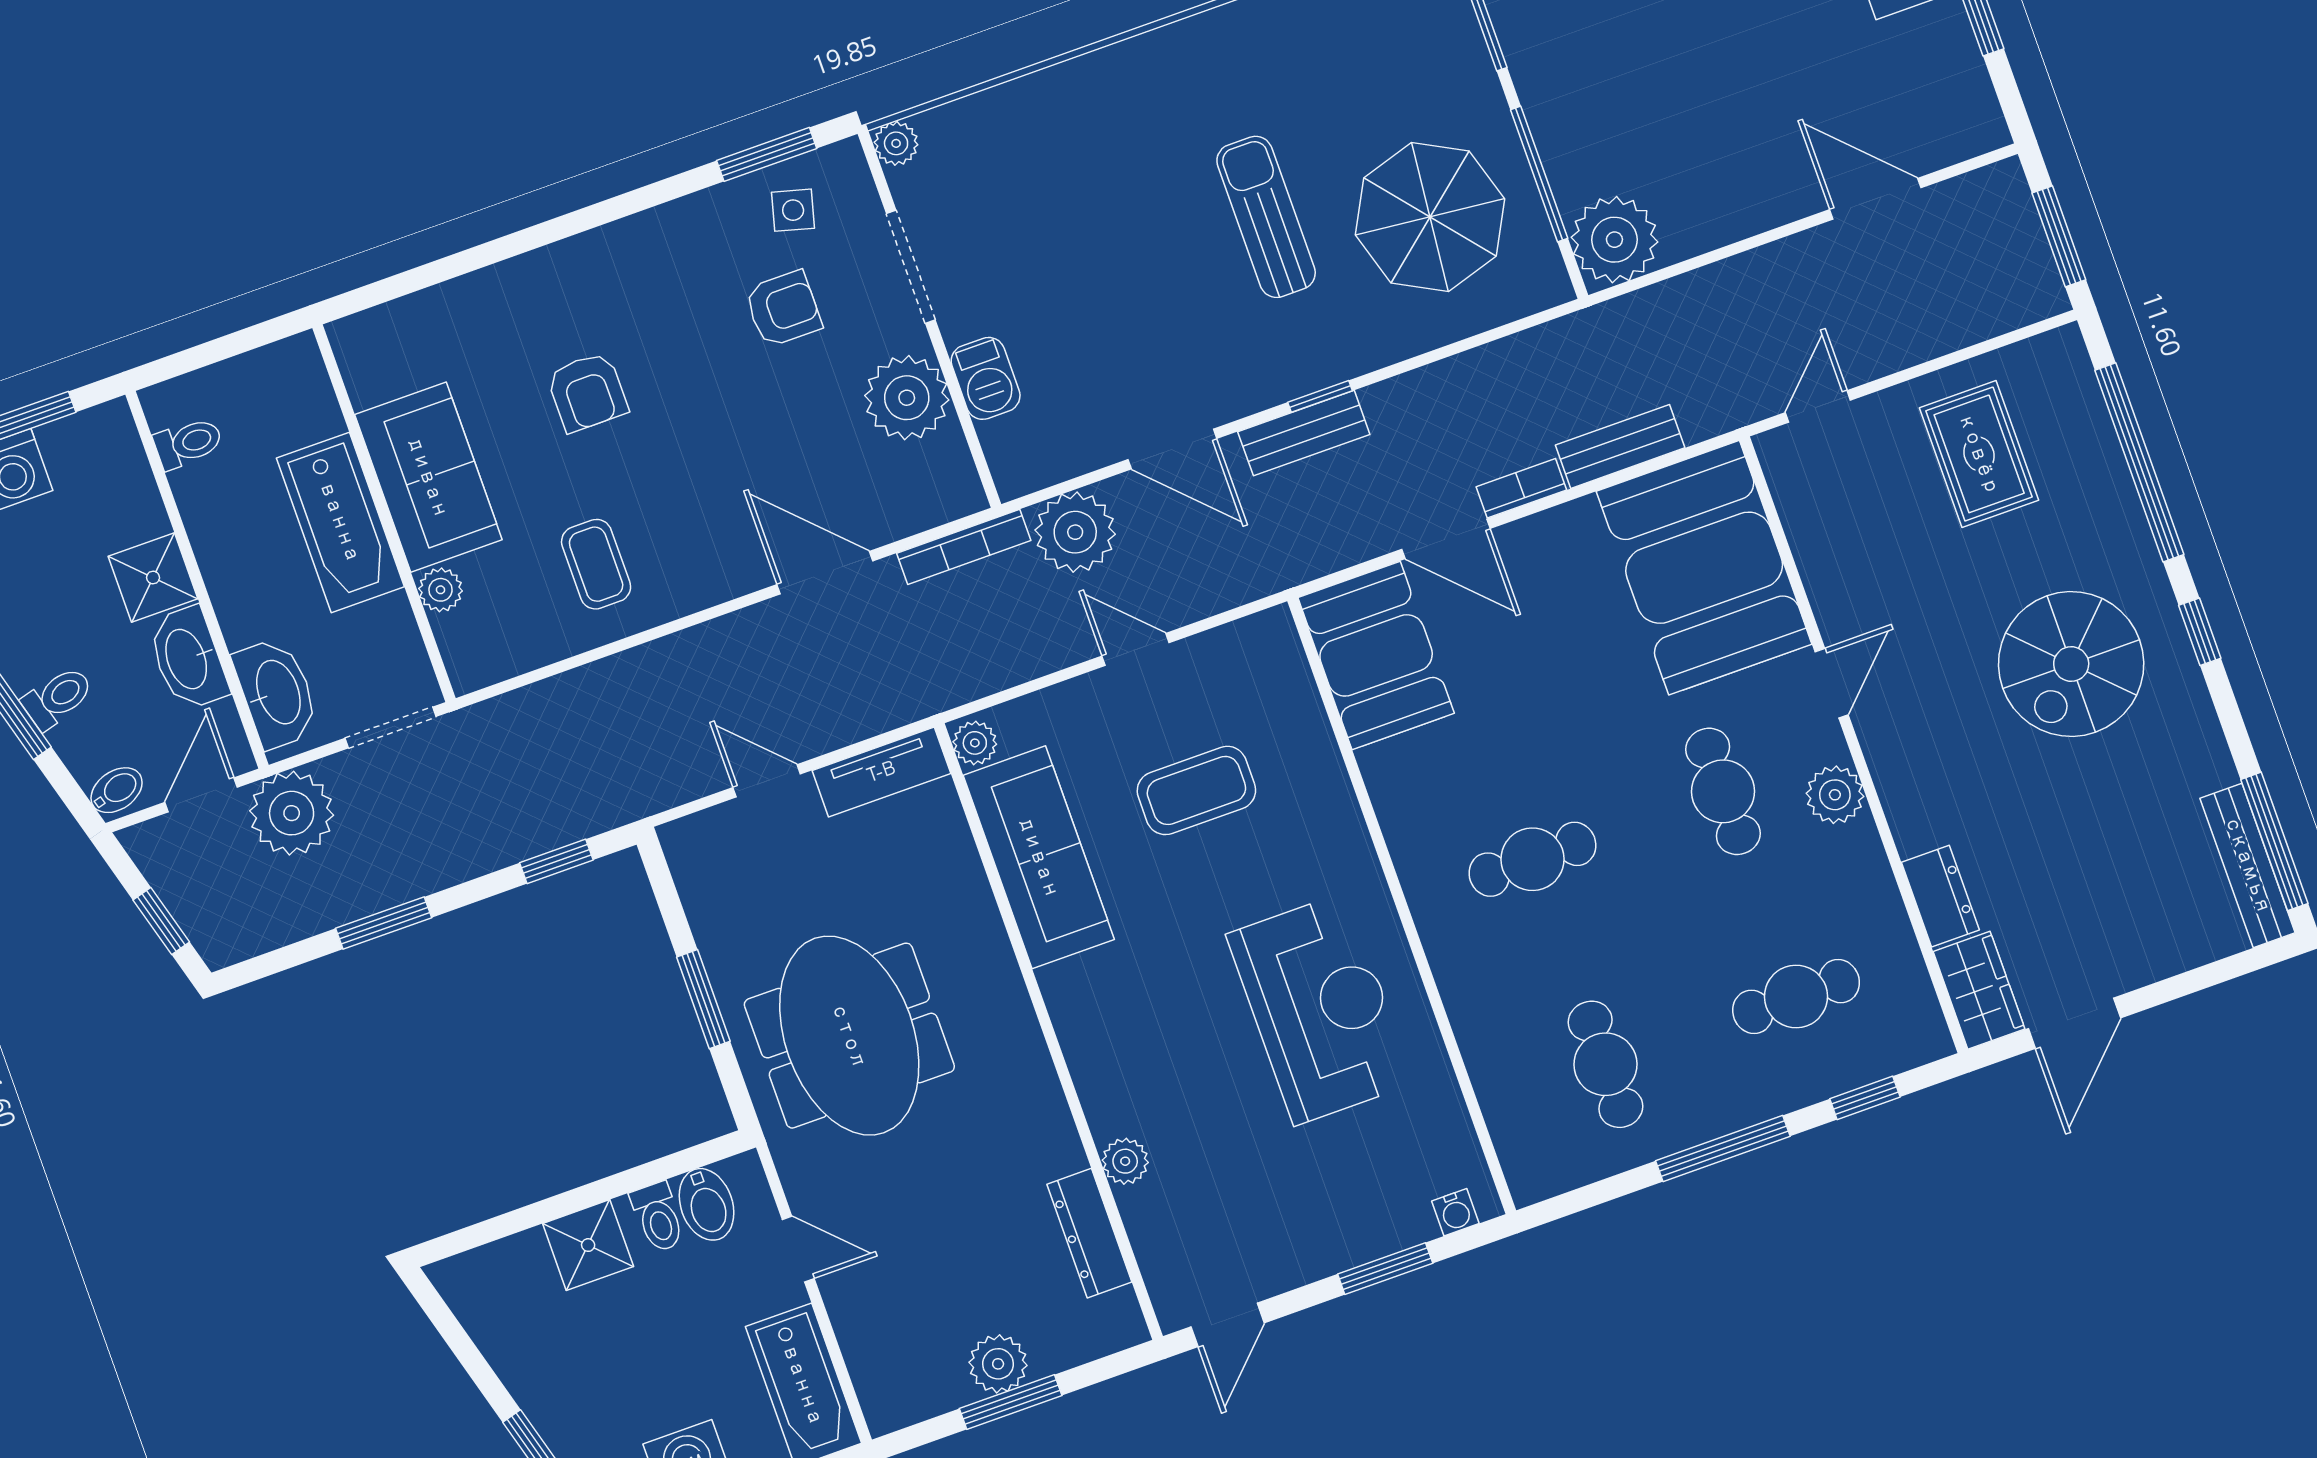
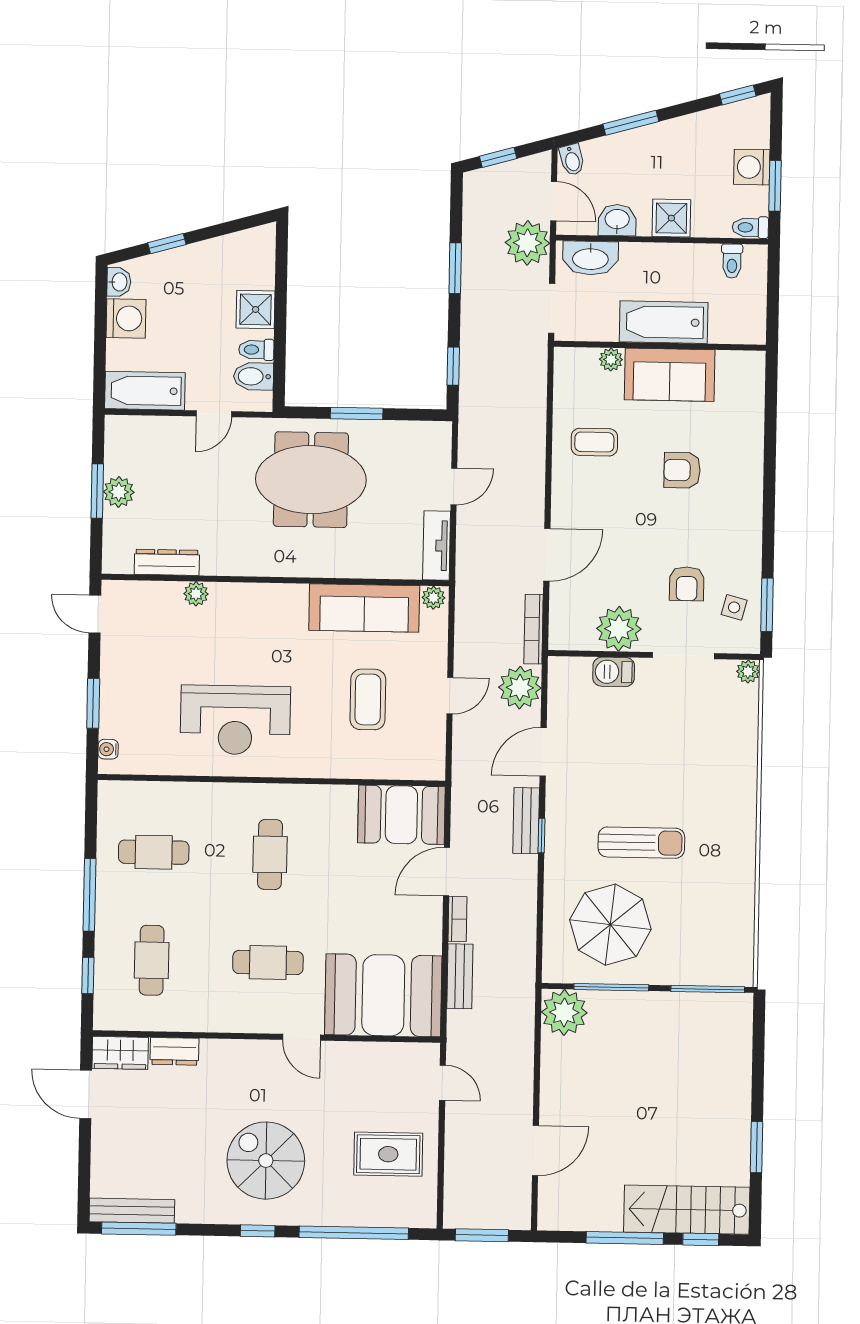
washbasin: (188, 658) -> (617, 220), width x0.72
toilet: (58, 698) -> (750, 227), moved, turned 106
plant: (1835, 795) -> (245, 1018), removed

